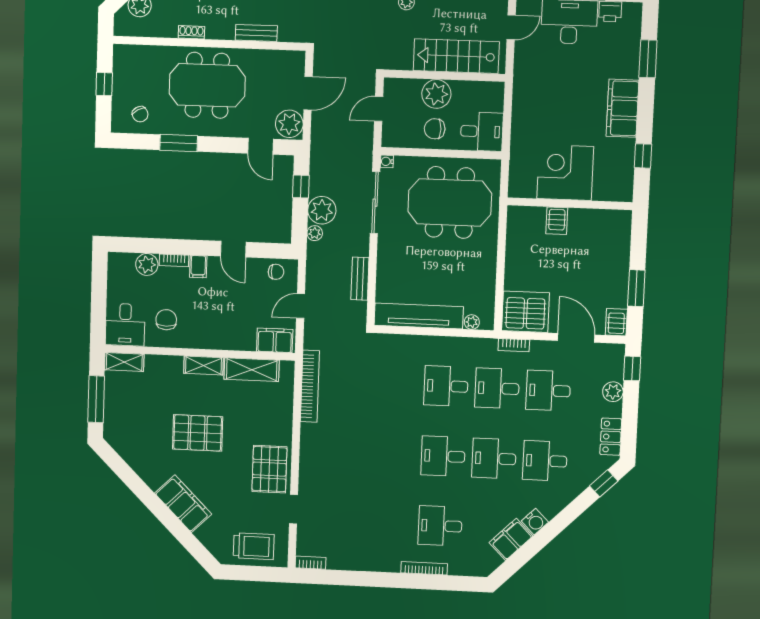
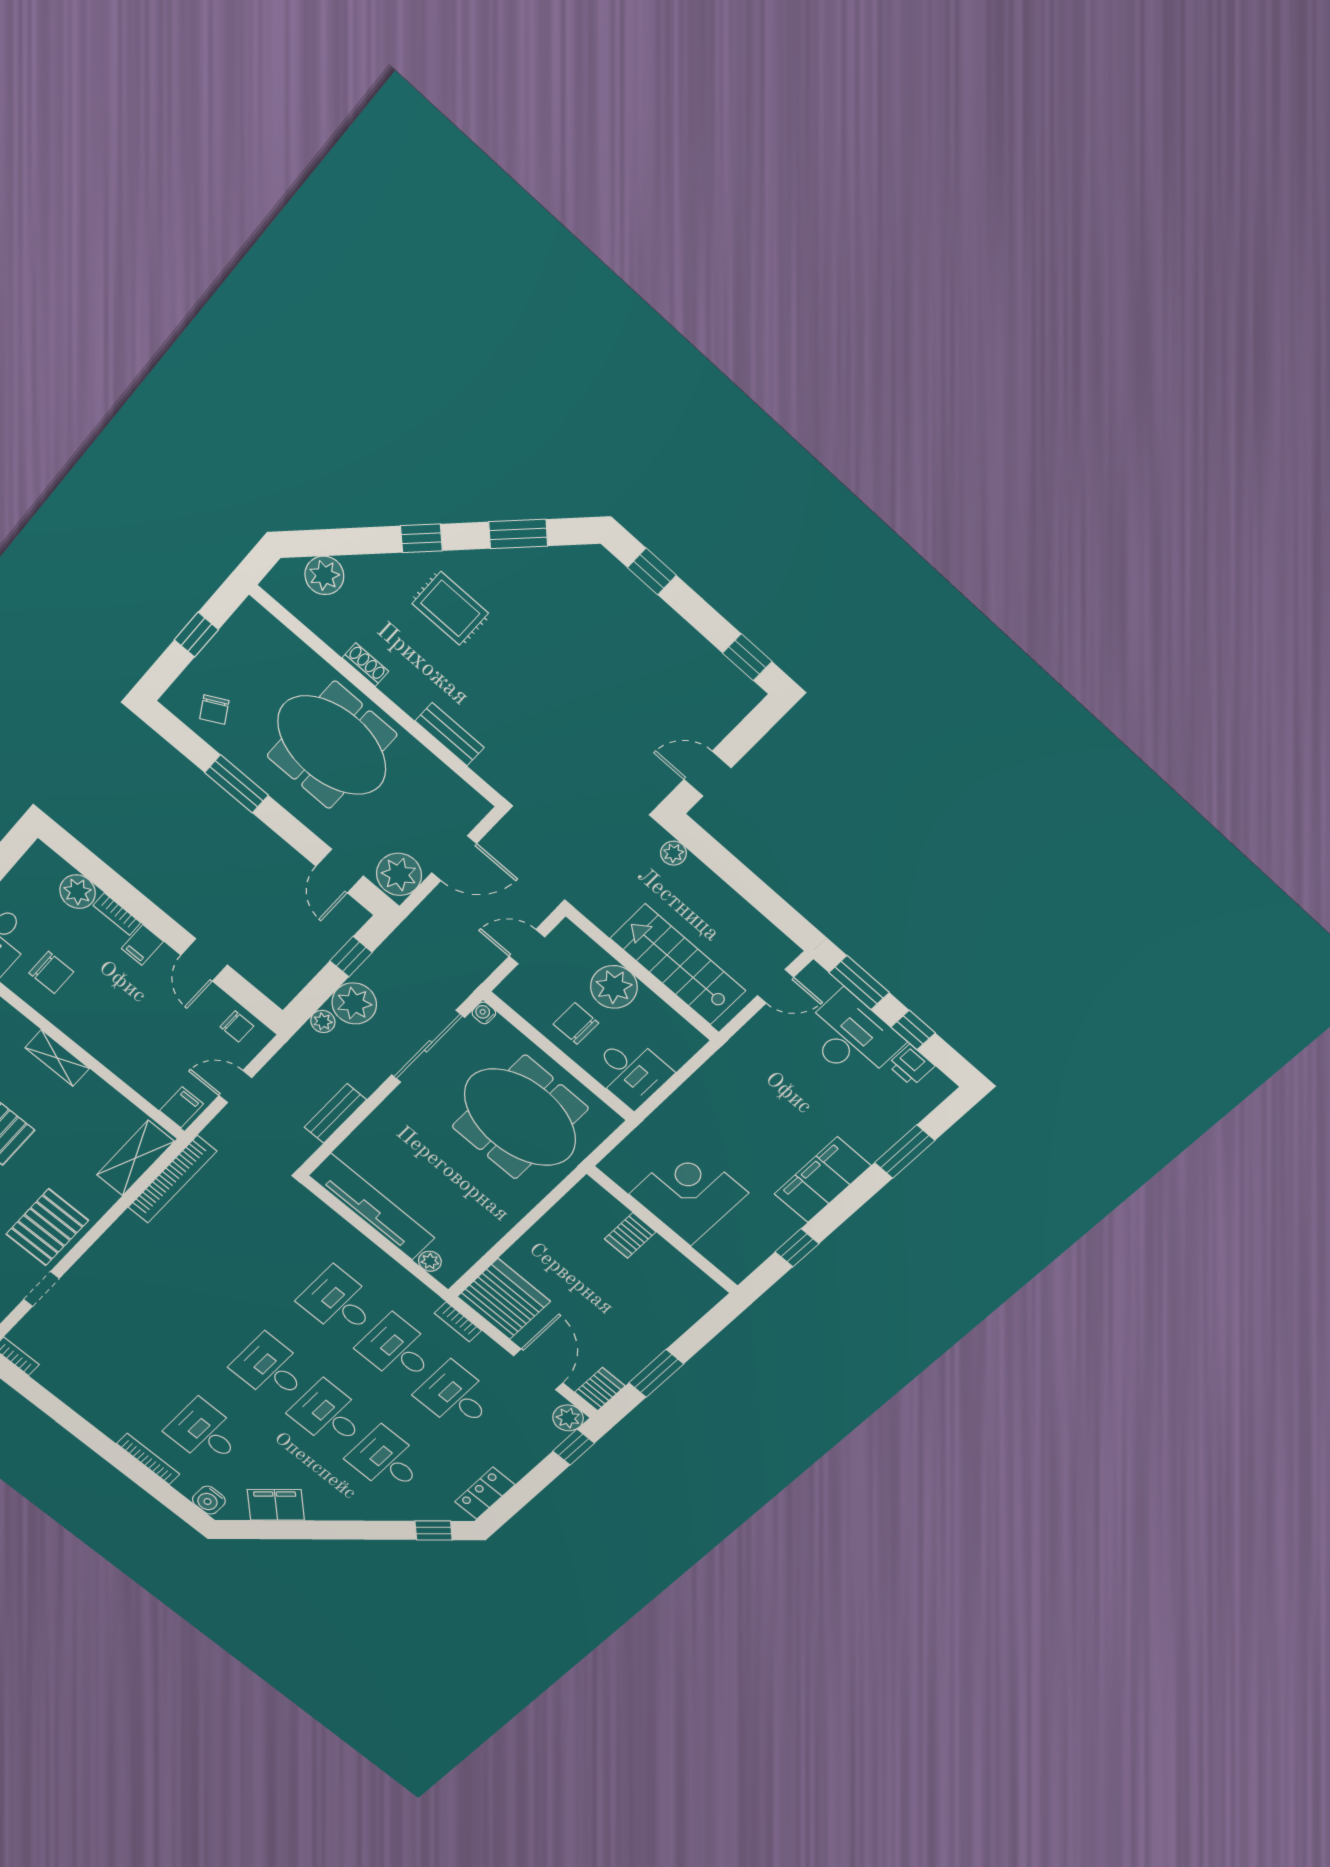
chair: (166, 320) -> (51, 972), turned 90
filing cabinet: (275, 340) -> (181, 1107), width x0.50
shelving: (252, 370) -> (135, 1158), moved, turned 90
plant: (613, 392) -> (568, 1418), moved
water cooler: (535, 522) -> (209, 1500), moved, turned 45

